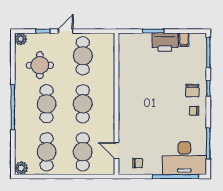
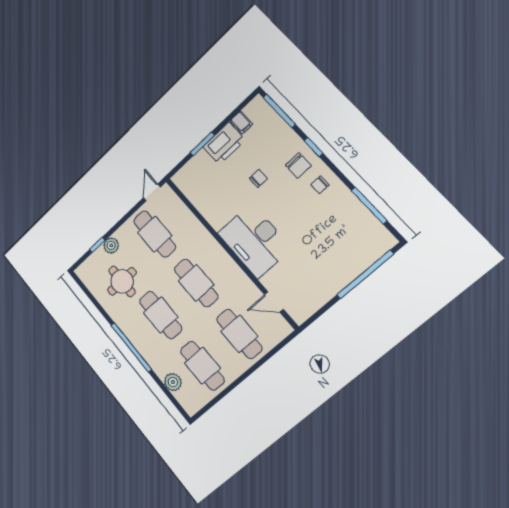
door: (66, 31) -> (152, 192), moved
plant: (21, 39) -> (111, 245), moved
desk: (184, 158) -> (255, 241), moved, turned 90
chair: (138, 163) -> (258, 178), moved
plant: (21, 168) -> (173, 382), moved

